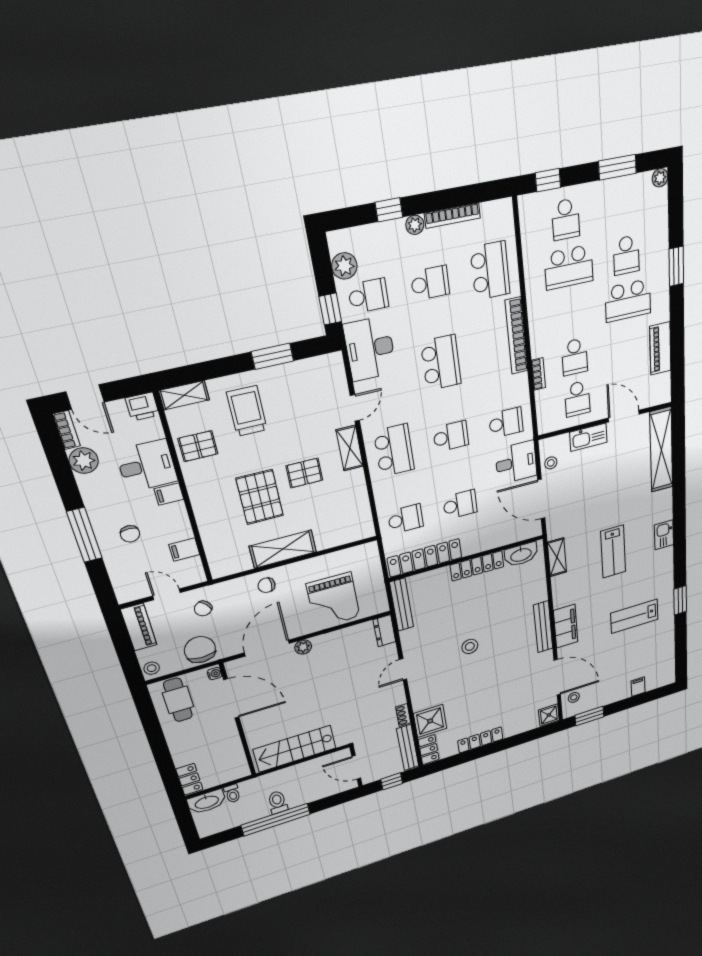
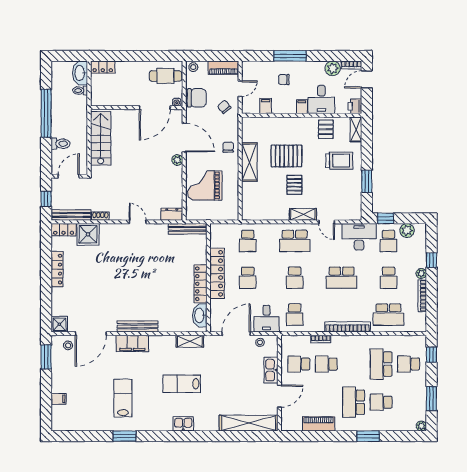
locker: (425, 558) -> (217, 273), moved
stool: (470, 646) -> (140, 271), removed
toilet: (278, 802) -> (61, 144), moved

